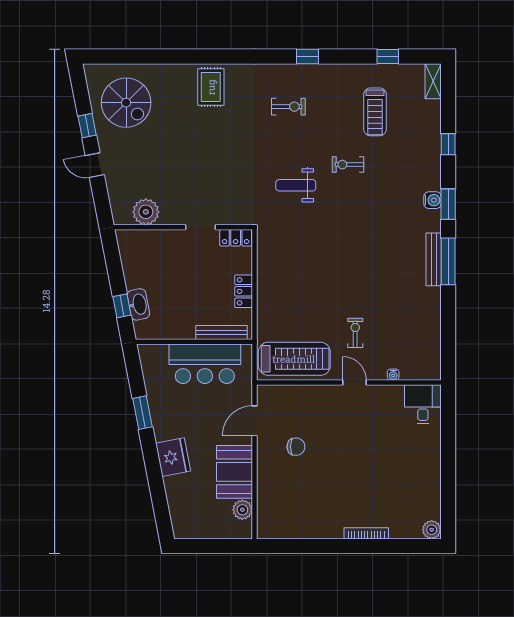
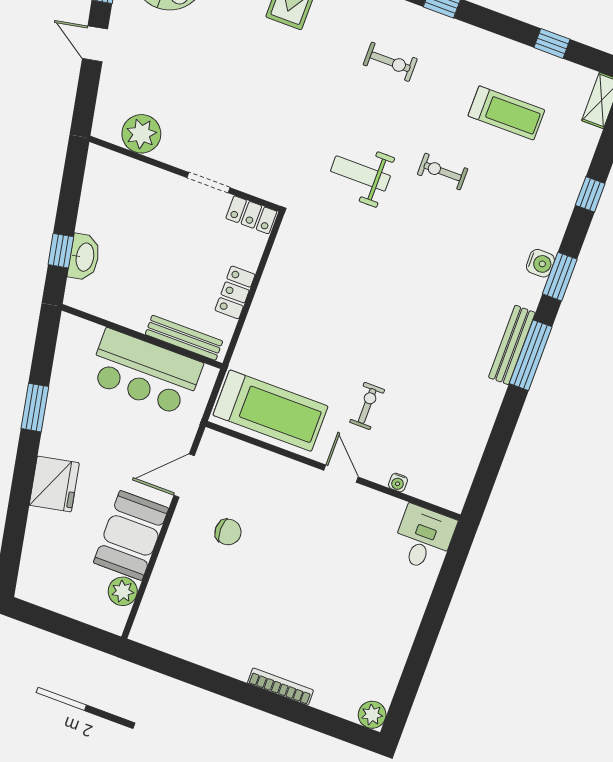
treadmill: (375, 112) -> (506, 113), turned -90

